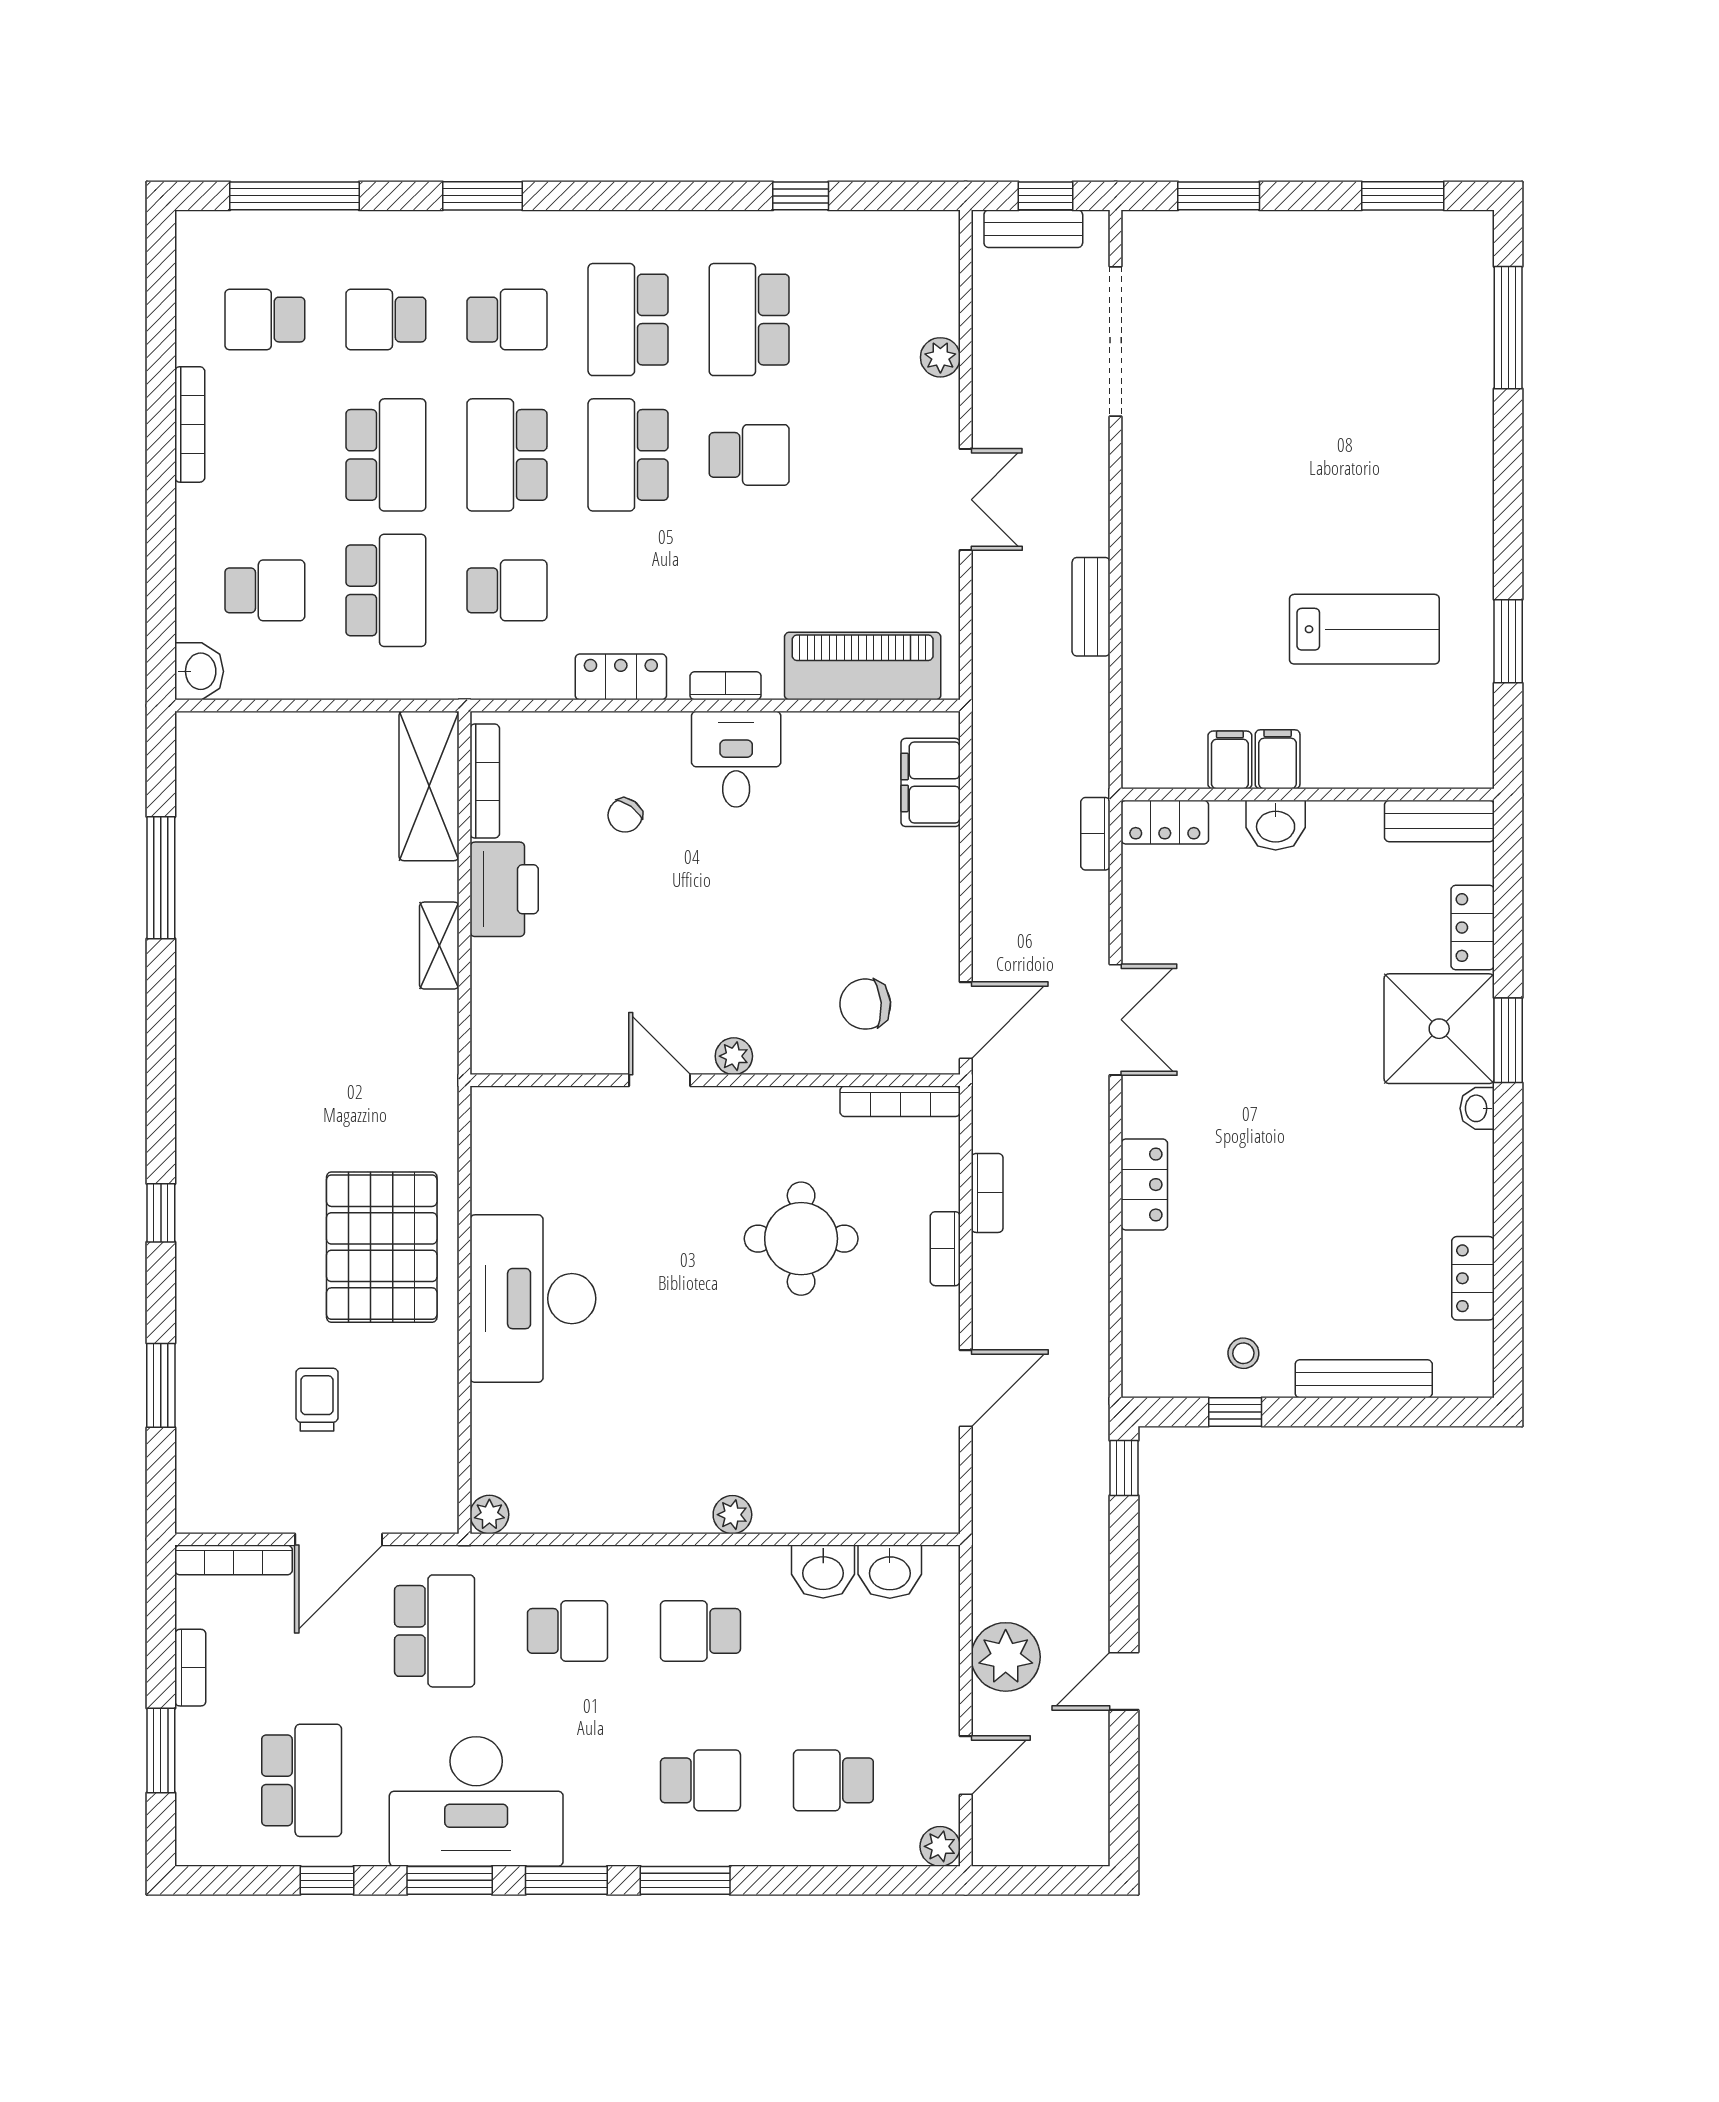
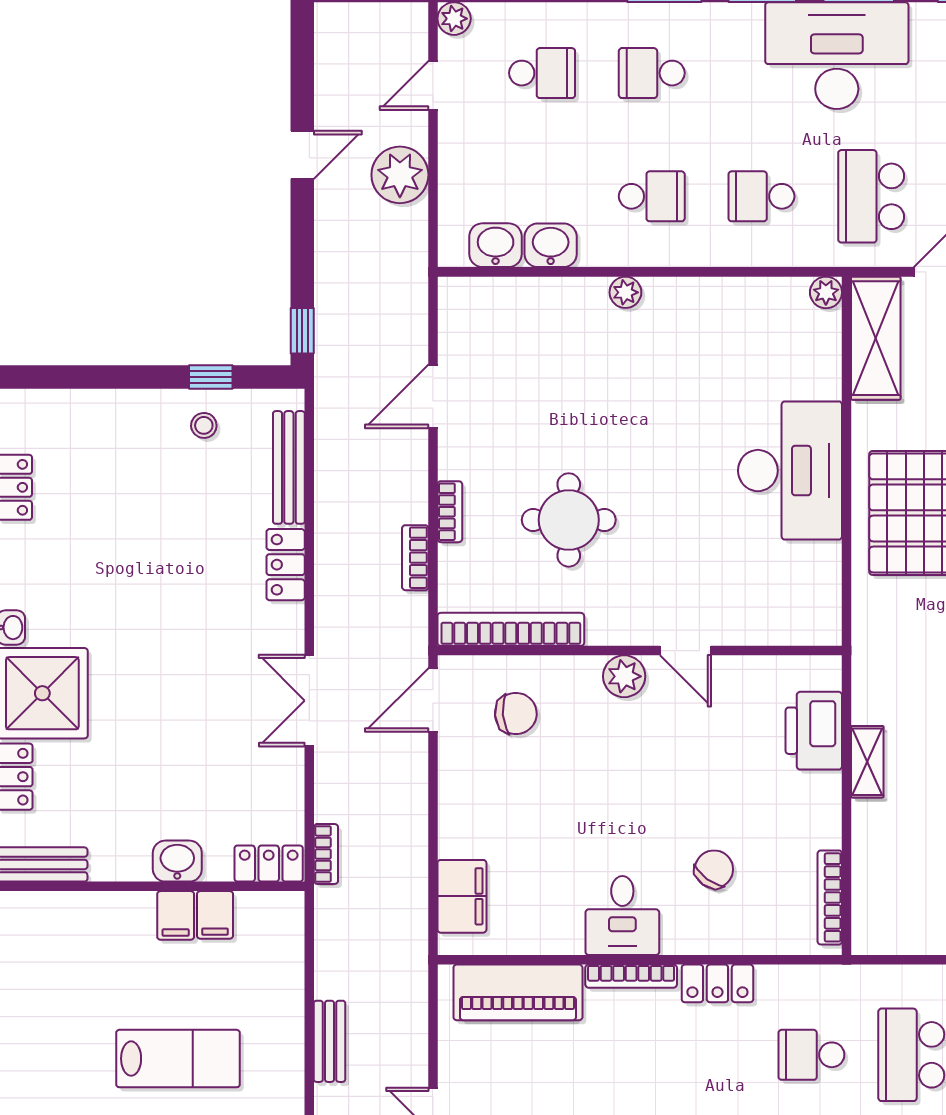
lab bench: (1364, 629) -> (178, 1059), moved, turned 180
bookcase: (726, 686) -> (631, 976), width x1.56
shelving: (429, 786) -> (876, 338), moved
chair: (625, 815) -> (714, 869), width x1.37, depth x1.37
printer: (504, 889) -> (814, 731), moved
plant: (734, 1056) -> (624, 676), width x1.38, depth x1.38
bookcase: (900, 1101) -> (511, 629), width x1.48, depth x1.31
bench: (1364, 1379) -> (289, 467), moved, turned 90

